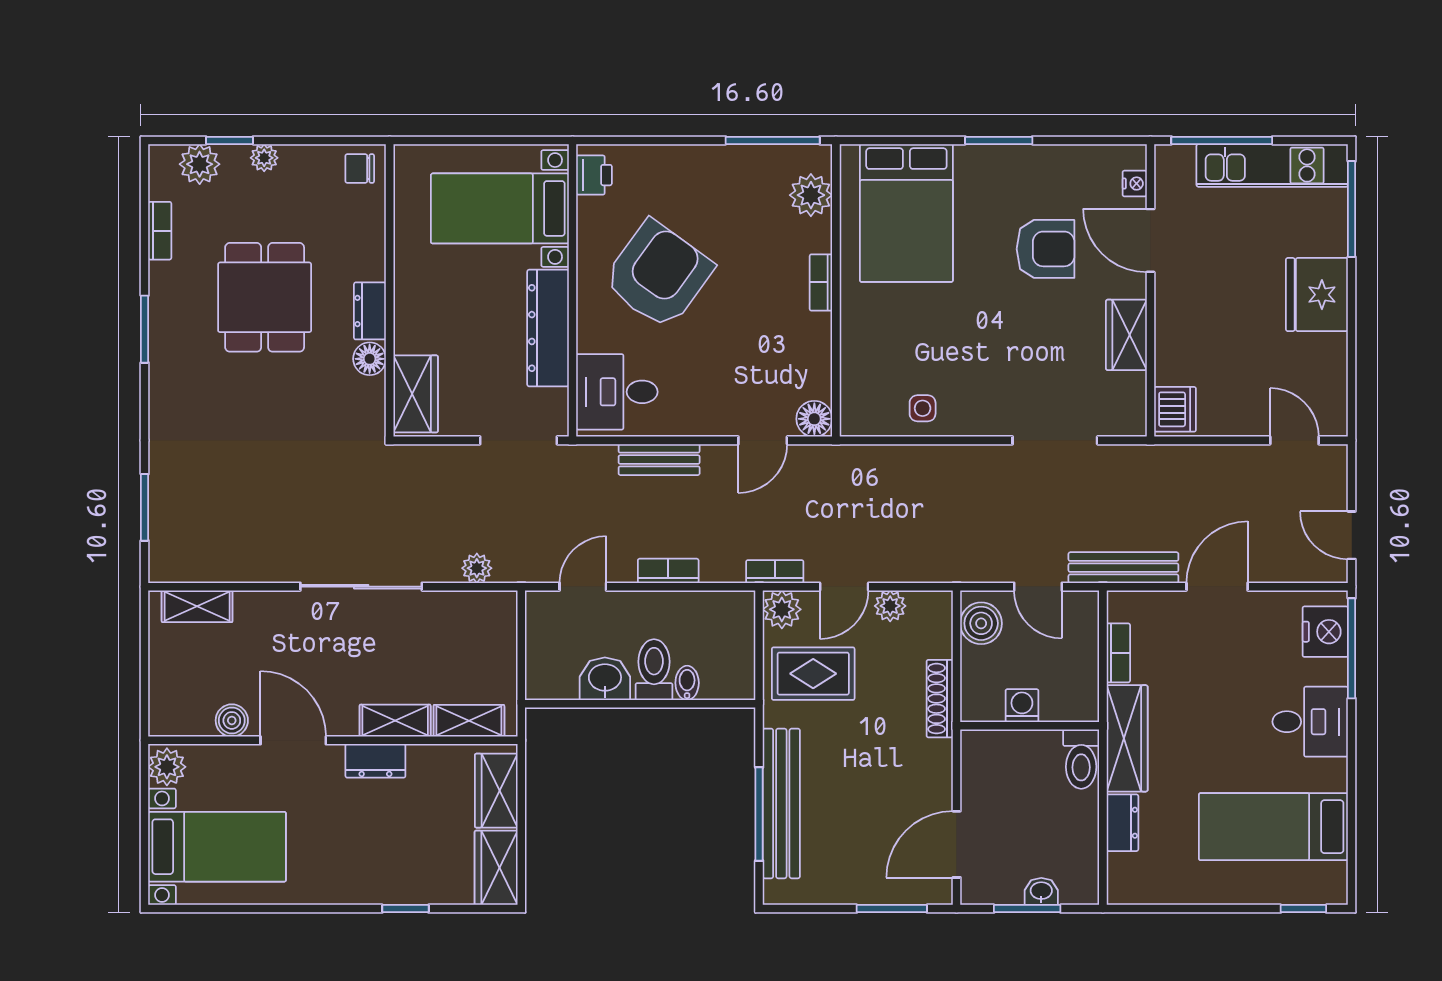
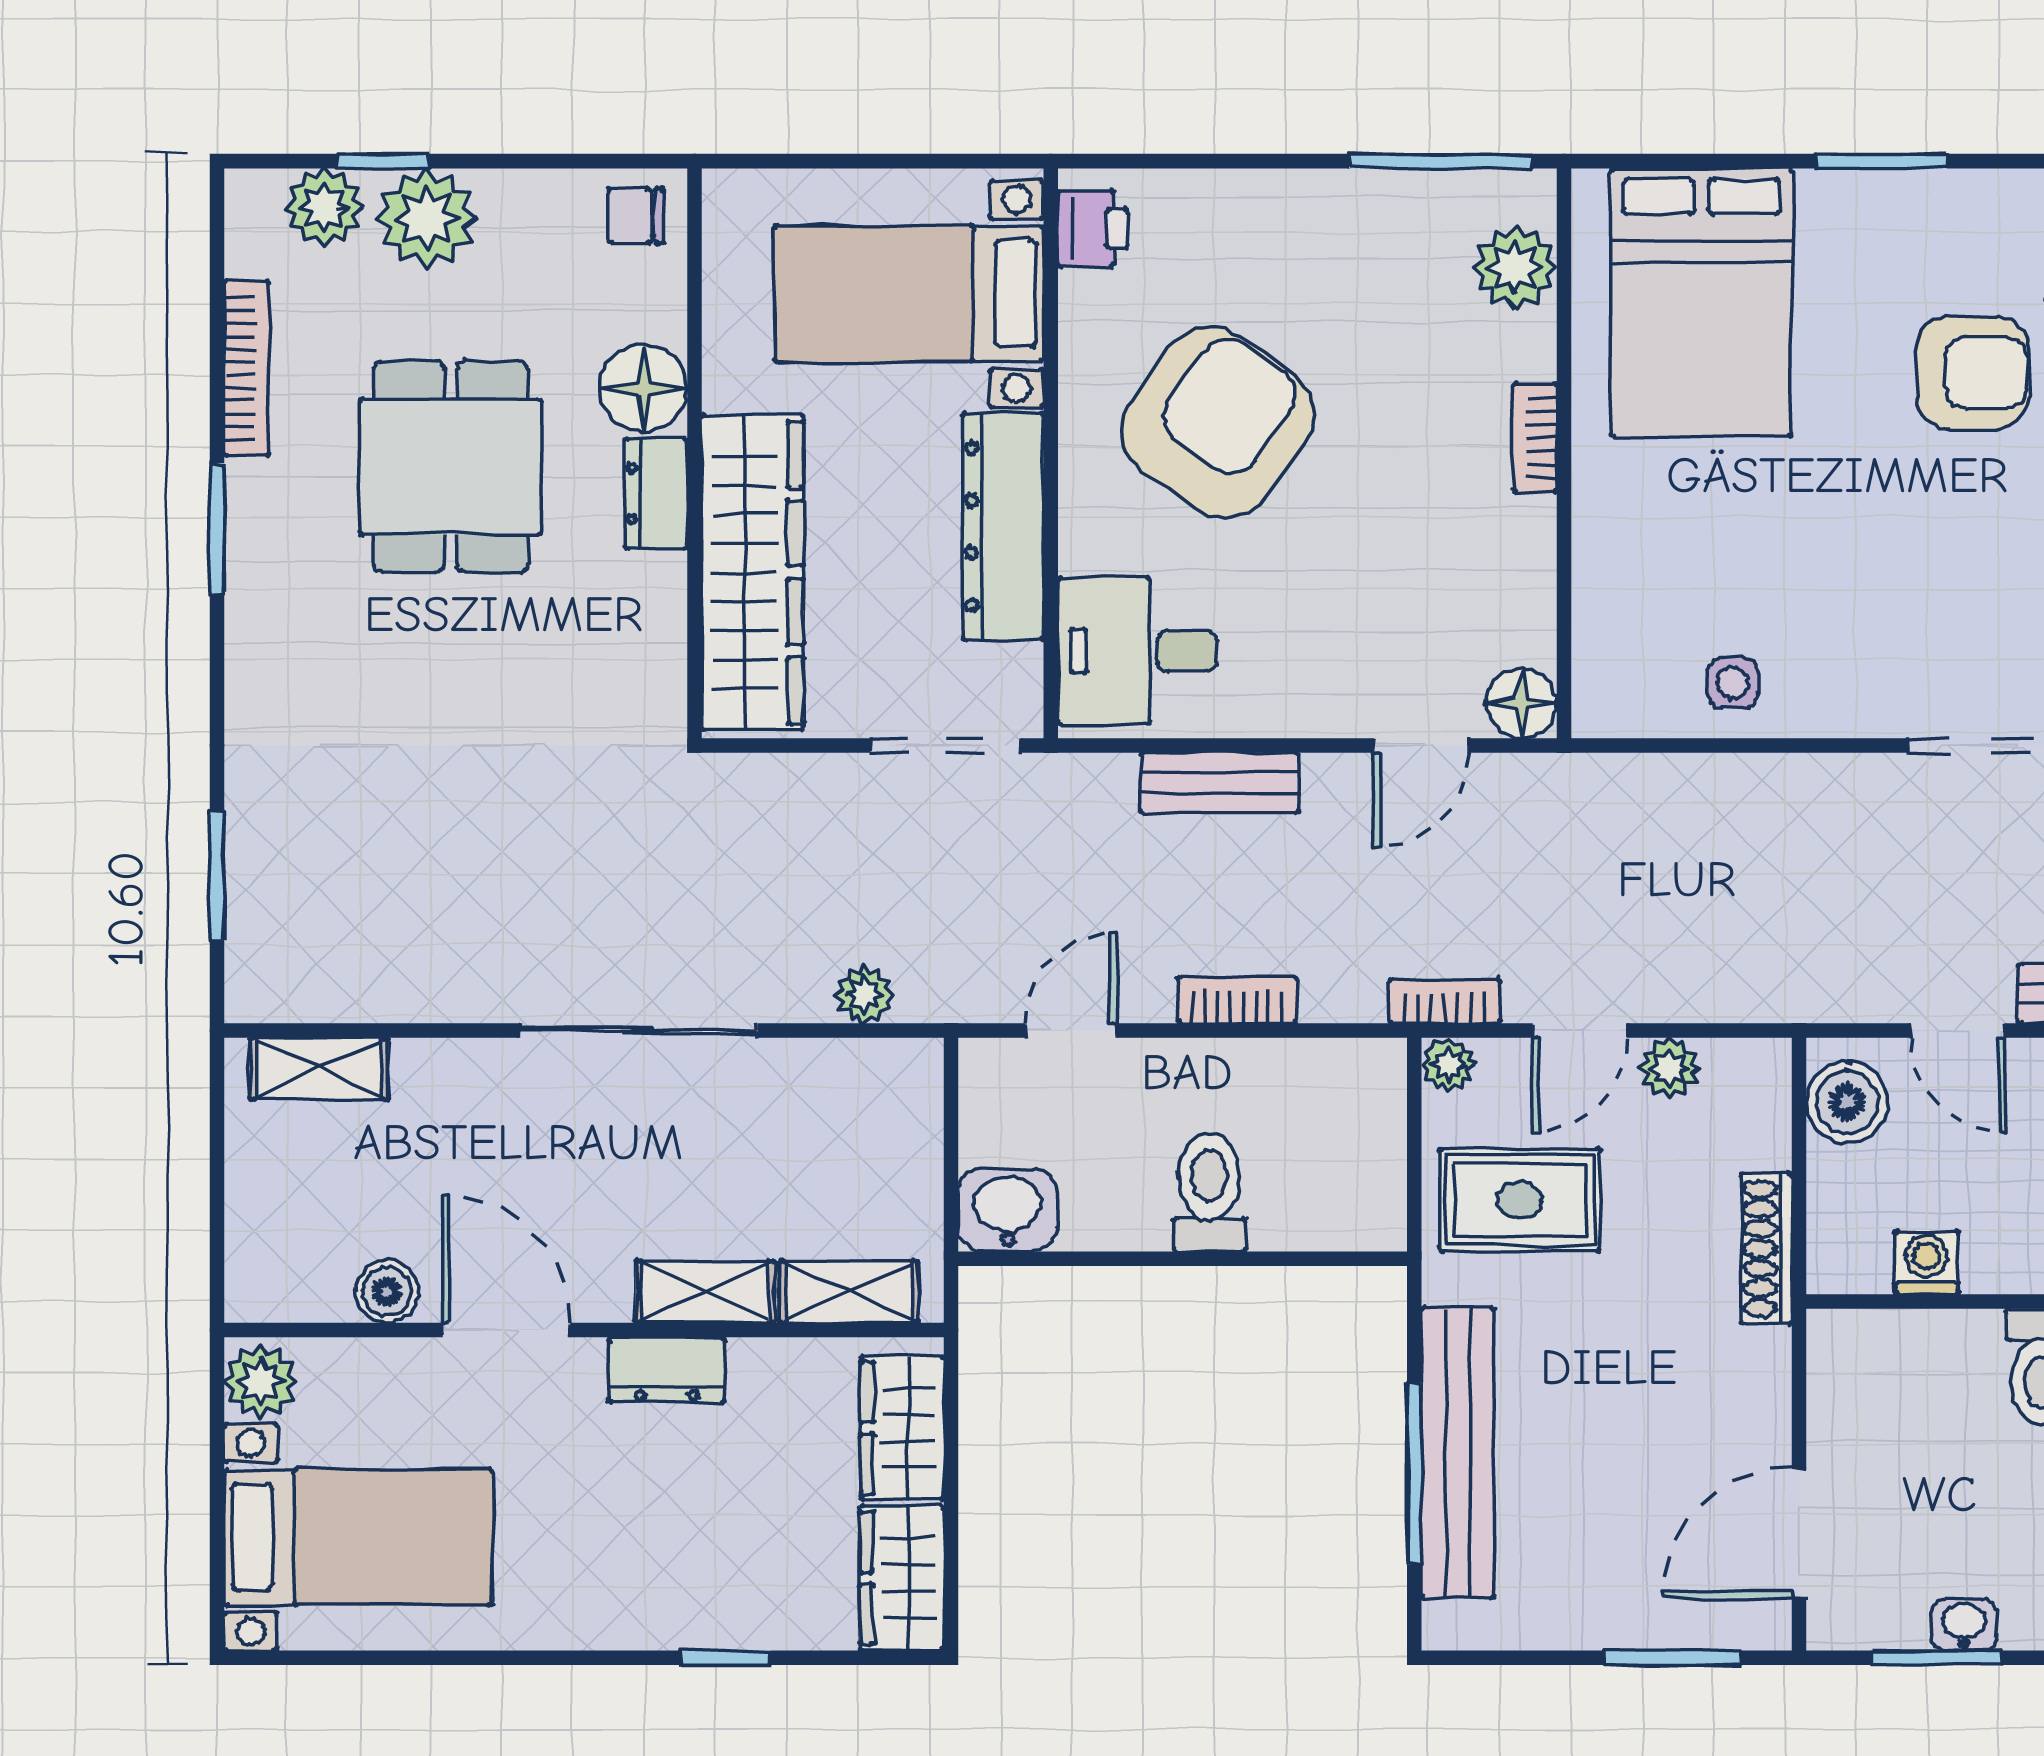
plant: (264, 158) -> (427, 218), width x1.88, depth x1.88
bookcase: (160, 231) -> (247, 369), width x1.56
floor lamp: (370, 359) -> (643, 388), moved, width x1.38, depth x1.38
wardrobe: (416, 394) -> (753, 572), width x2.10, depth x1.17
plant: (782, 609) -> (1448, 1065), width x0.73, depth x0.73
washbasin: (605, 679) -> (1007, 1210), moved
bidet: (687, 683) -> (1274, 1218), removed

